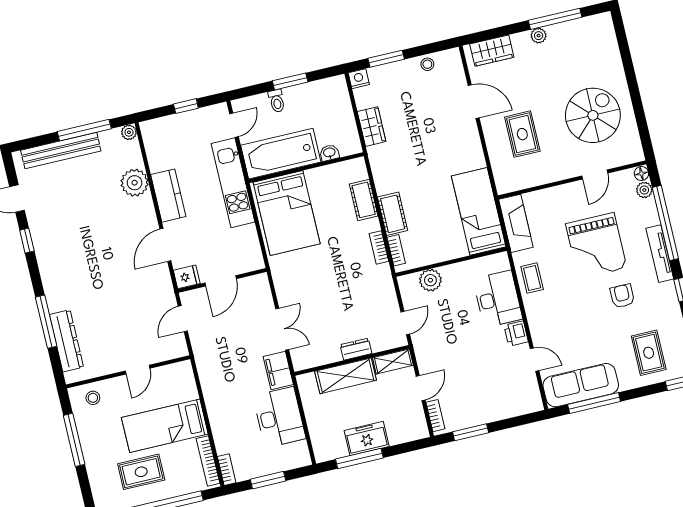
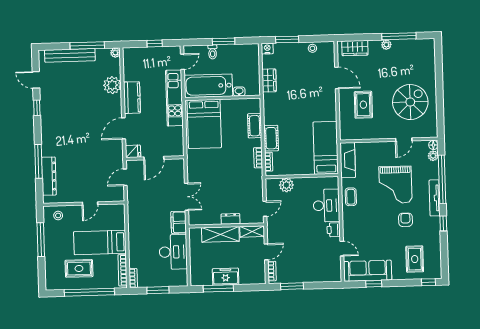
window: (594, 403) -> (374, 284), width x0.46

